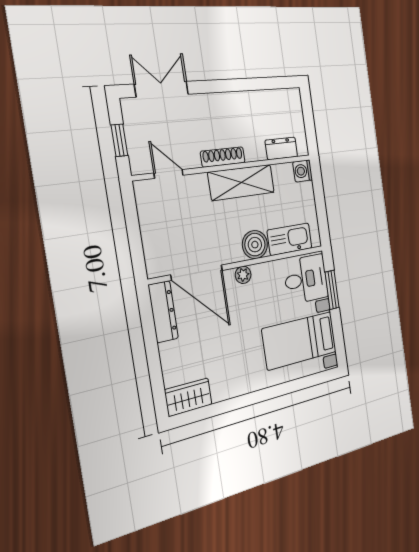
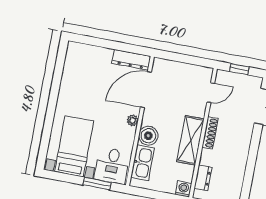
wardrobe: (188, 397) -> (74, 57), removed

